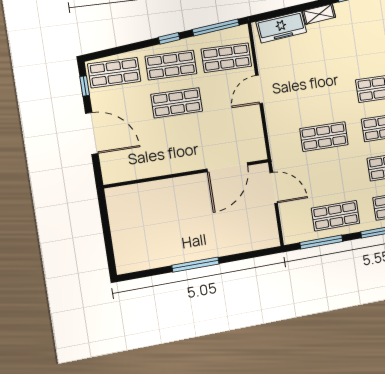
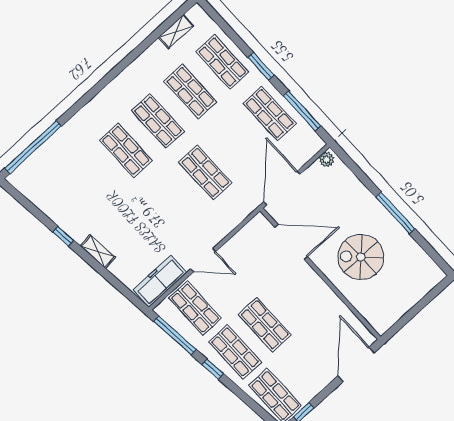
freezer: (281, 27) -> (160, 281), moved, turned -84
door: (92, 133) -> (356, 364), moved
door: (274, 188) -> (282, 188), width x1.36
spiral stairs: (179, 214) -> (361, 257), added
plant: (272, 237) -> (327, 160), added

